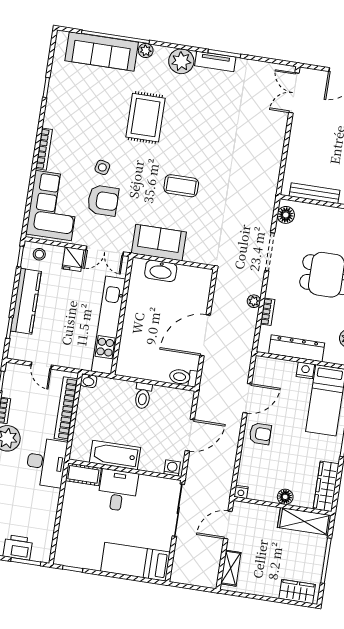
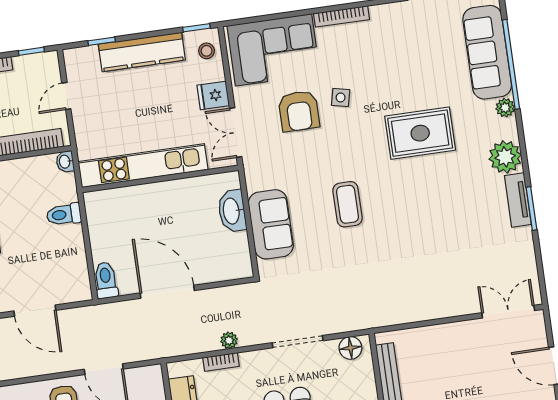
sofa: (159, 243) -> (271, 224), moved
toilet: (143, 396) -> (64, 214), moved

